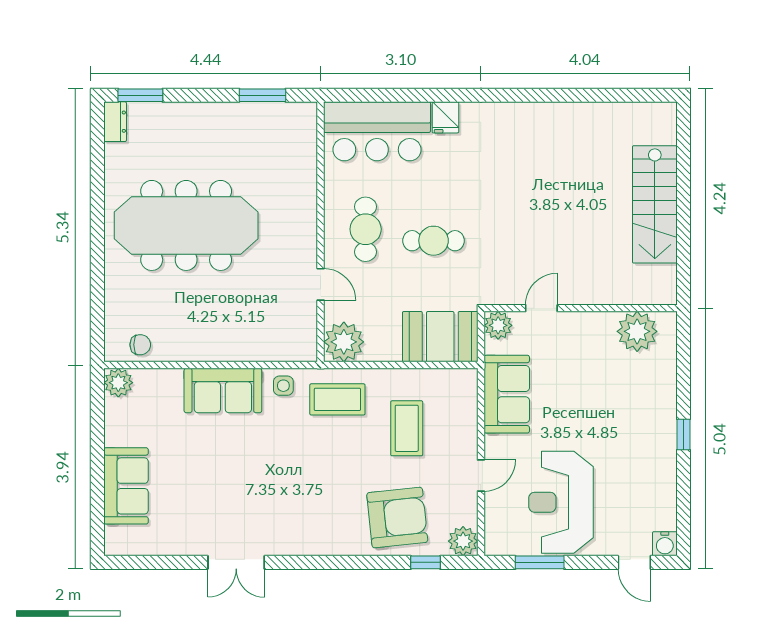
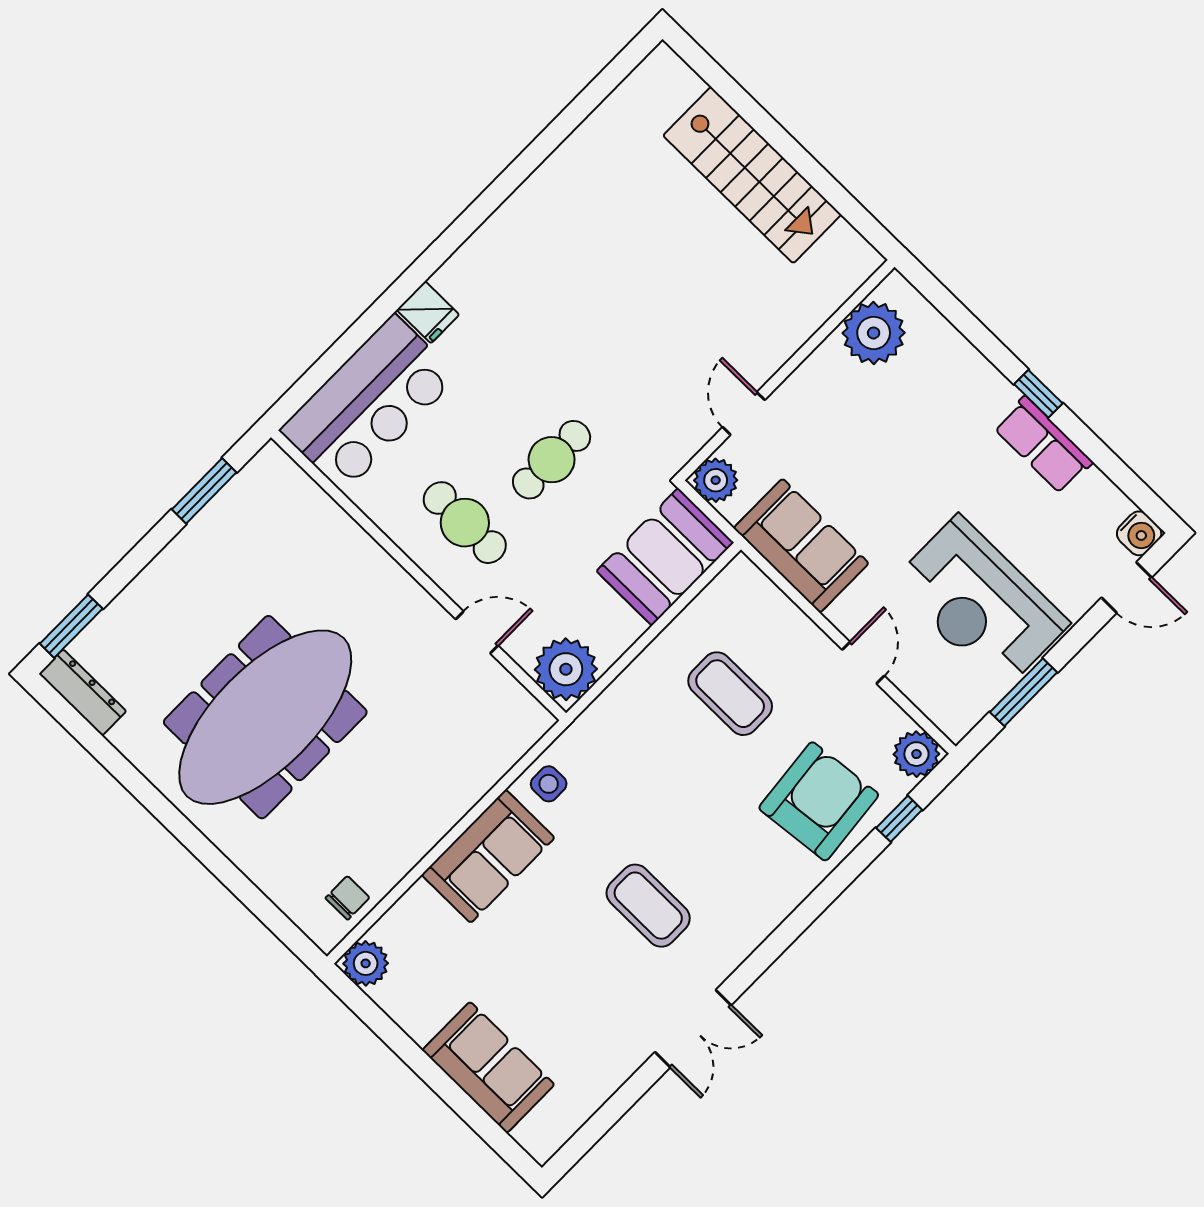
dresser: (115, 122) -> (83, 692), width x1.44
coffee table: (337, 399) -> (648, 906), moved, turned 90
row of seats: (662, 460) -> (1043, 445), added

